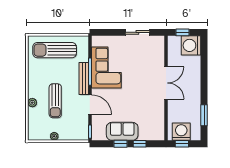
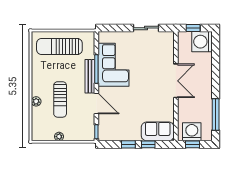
window: (204, 115) -> (216, 115), width x1.44
sofa: (122, 131) -> (158, 131), moved

